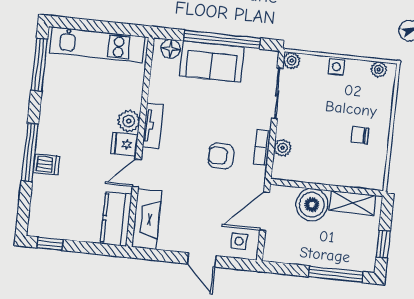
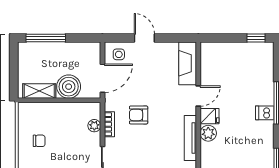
tv unit: (153, 126) -> (190, 138), width x1.41
armchair: (221, 156) -> (139, 115), turned 180
dishwasher: (46, 164) -> (265, 113), moved
kitchen counter: (116, 219) -> (210, 61), removed
window: (383, 244) -> (14, 63), removed

